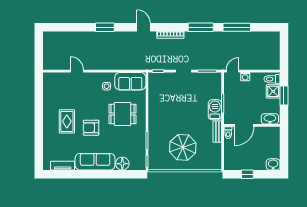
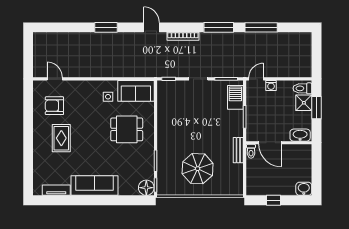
door: (77, 71) -> (55, 79), moved
barbecue: (215, 110) -> (235, 97), moved
door: (244, 125) -> (270, 143), hinge flipped
armchair: (91, 128) -> (54, 106), moved
floor lamp: (122, 164) -> (146, 188), moved

